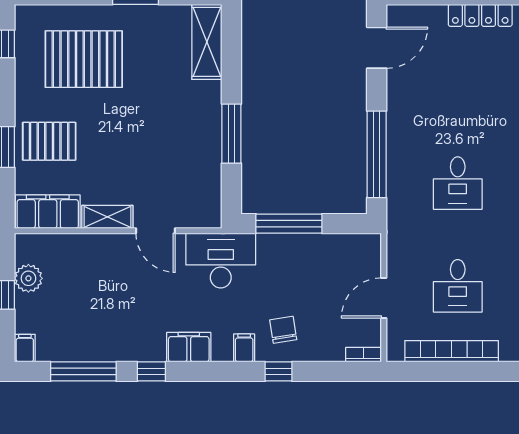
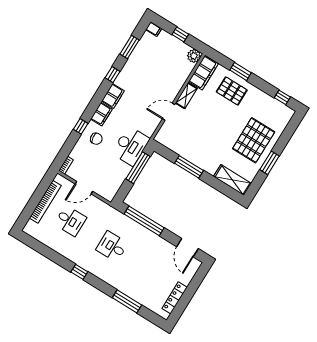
pallet: (84, 59) -> (254, 140), moved
pallet: (49, 141) -> (232, 91), turned 90
desk: (221, 261) -> (131, 146), moved
plant: (28, 278) -> (194, 56), moved
desk: (458, 286) -> (70, 221), turned 180
door: (384, 298) -> (84, 188), swing flipped
filing cabinet: (244, 348) -> (101, 114), width x2.00
window: (83, 371) -> (130, 47), width x0.69

